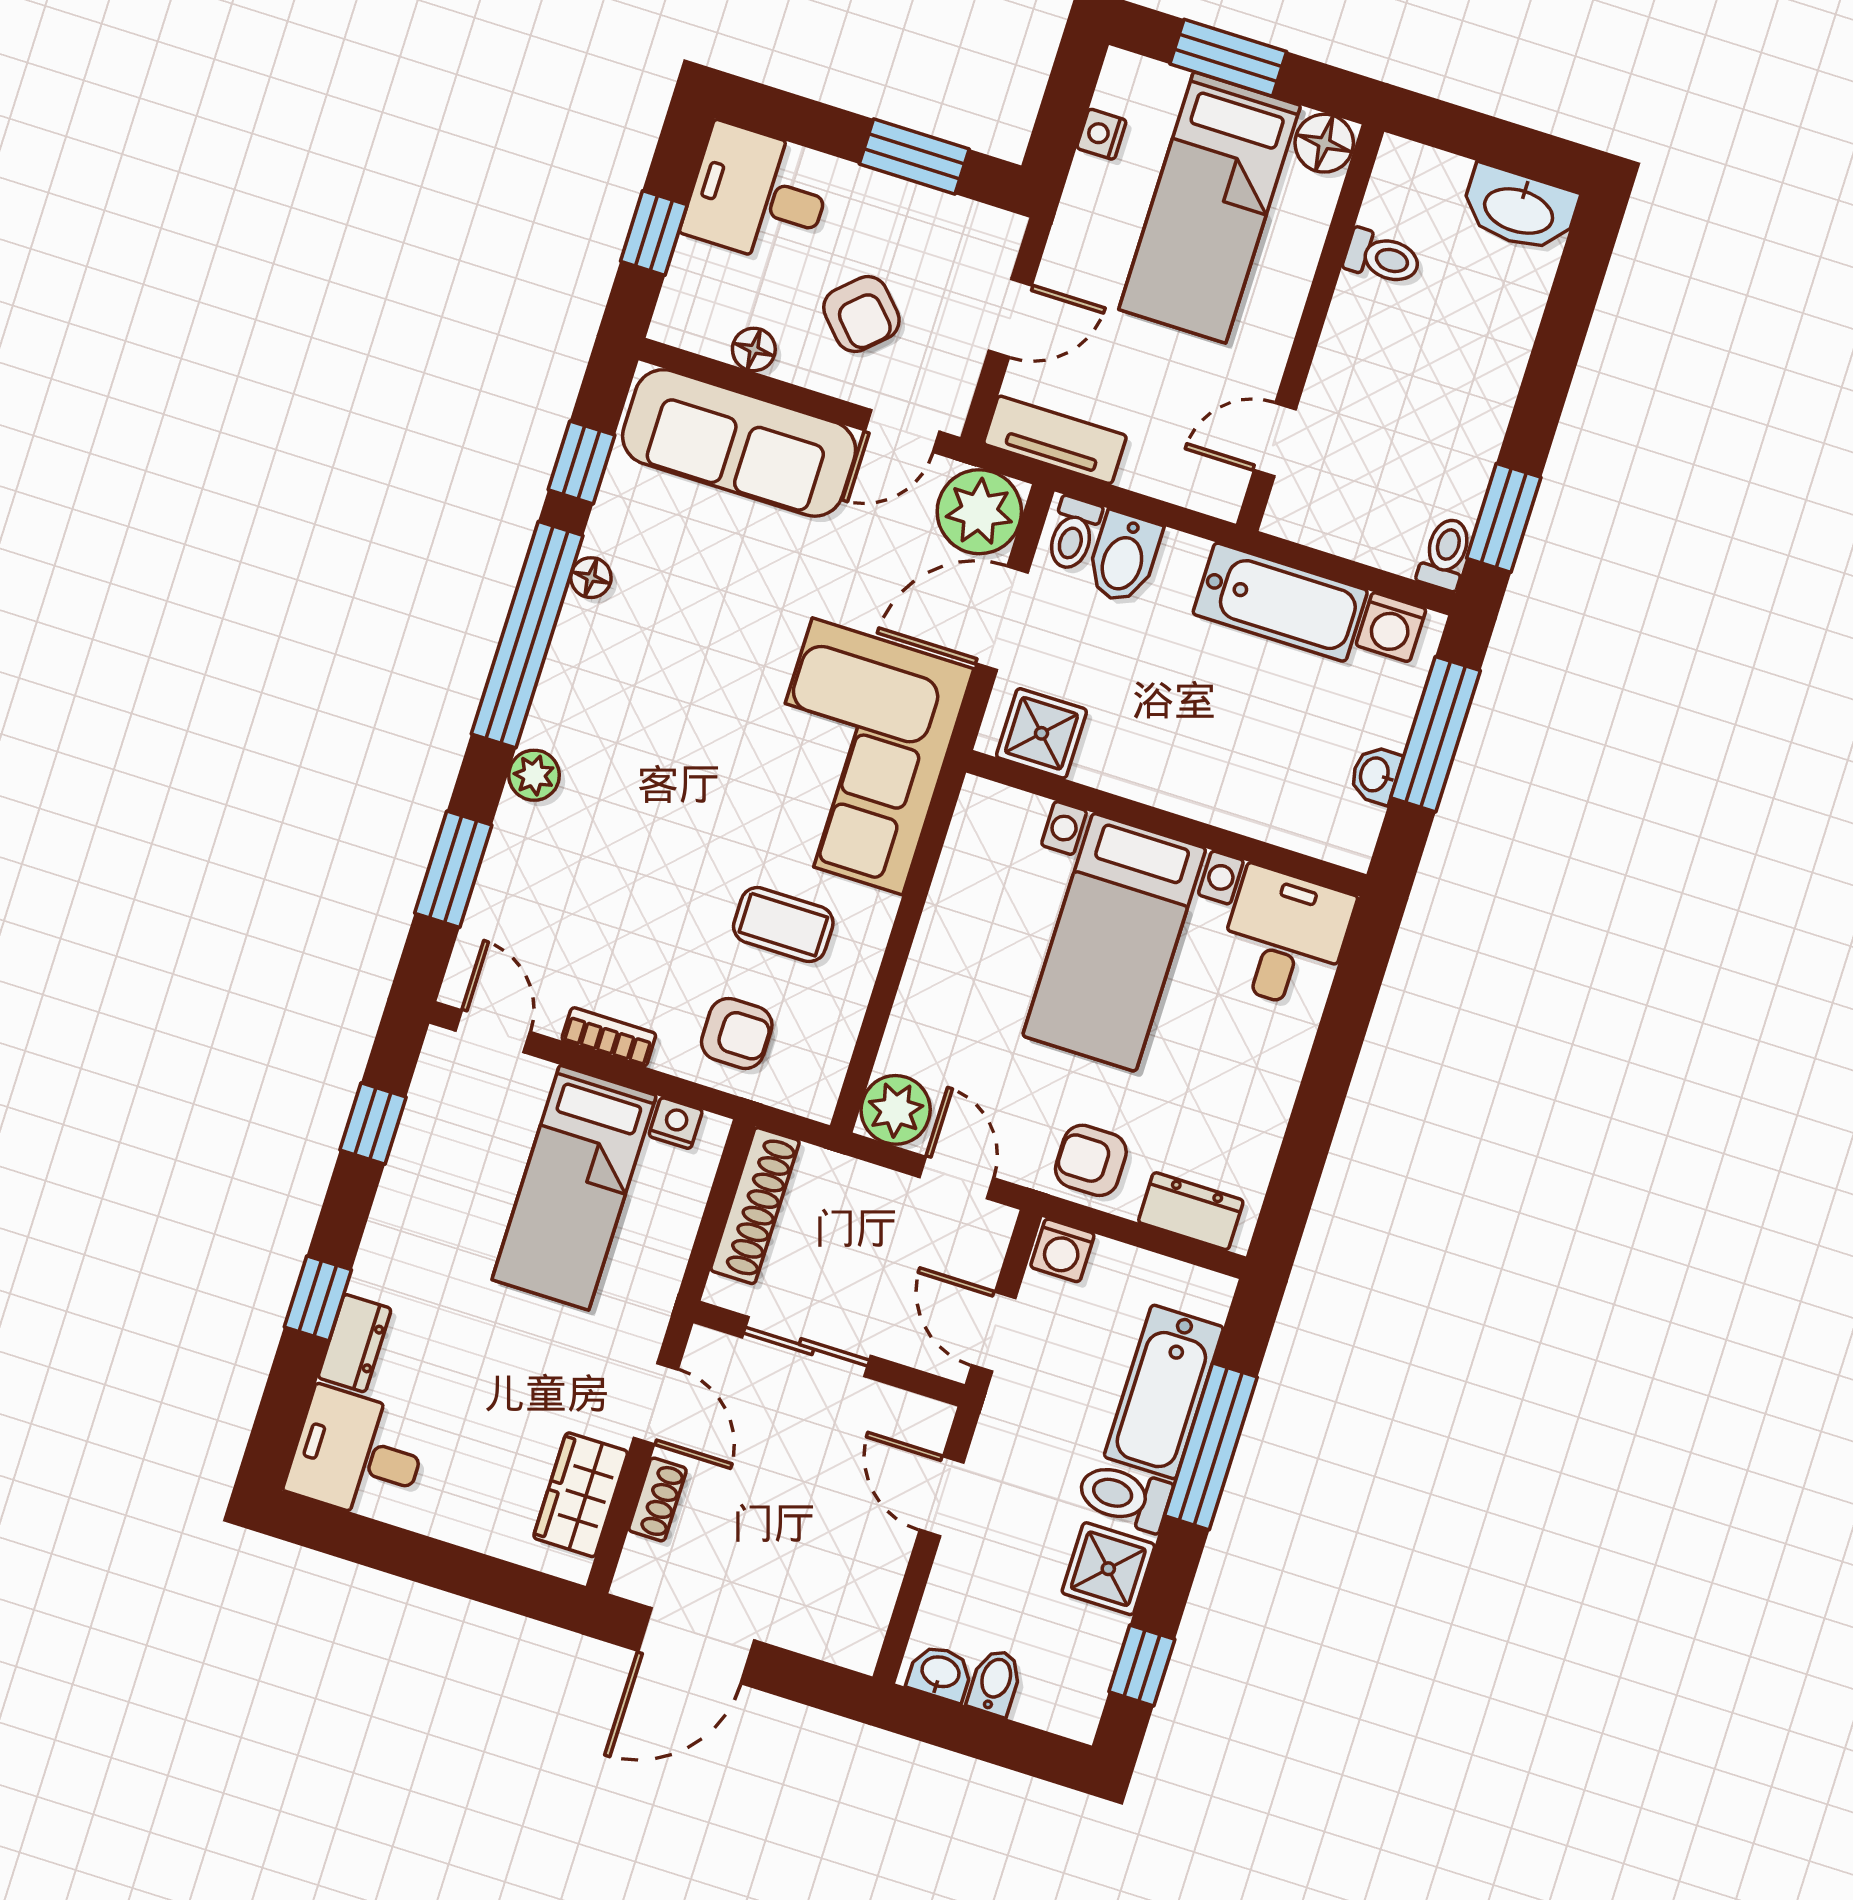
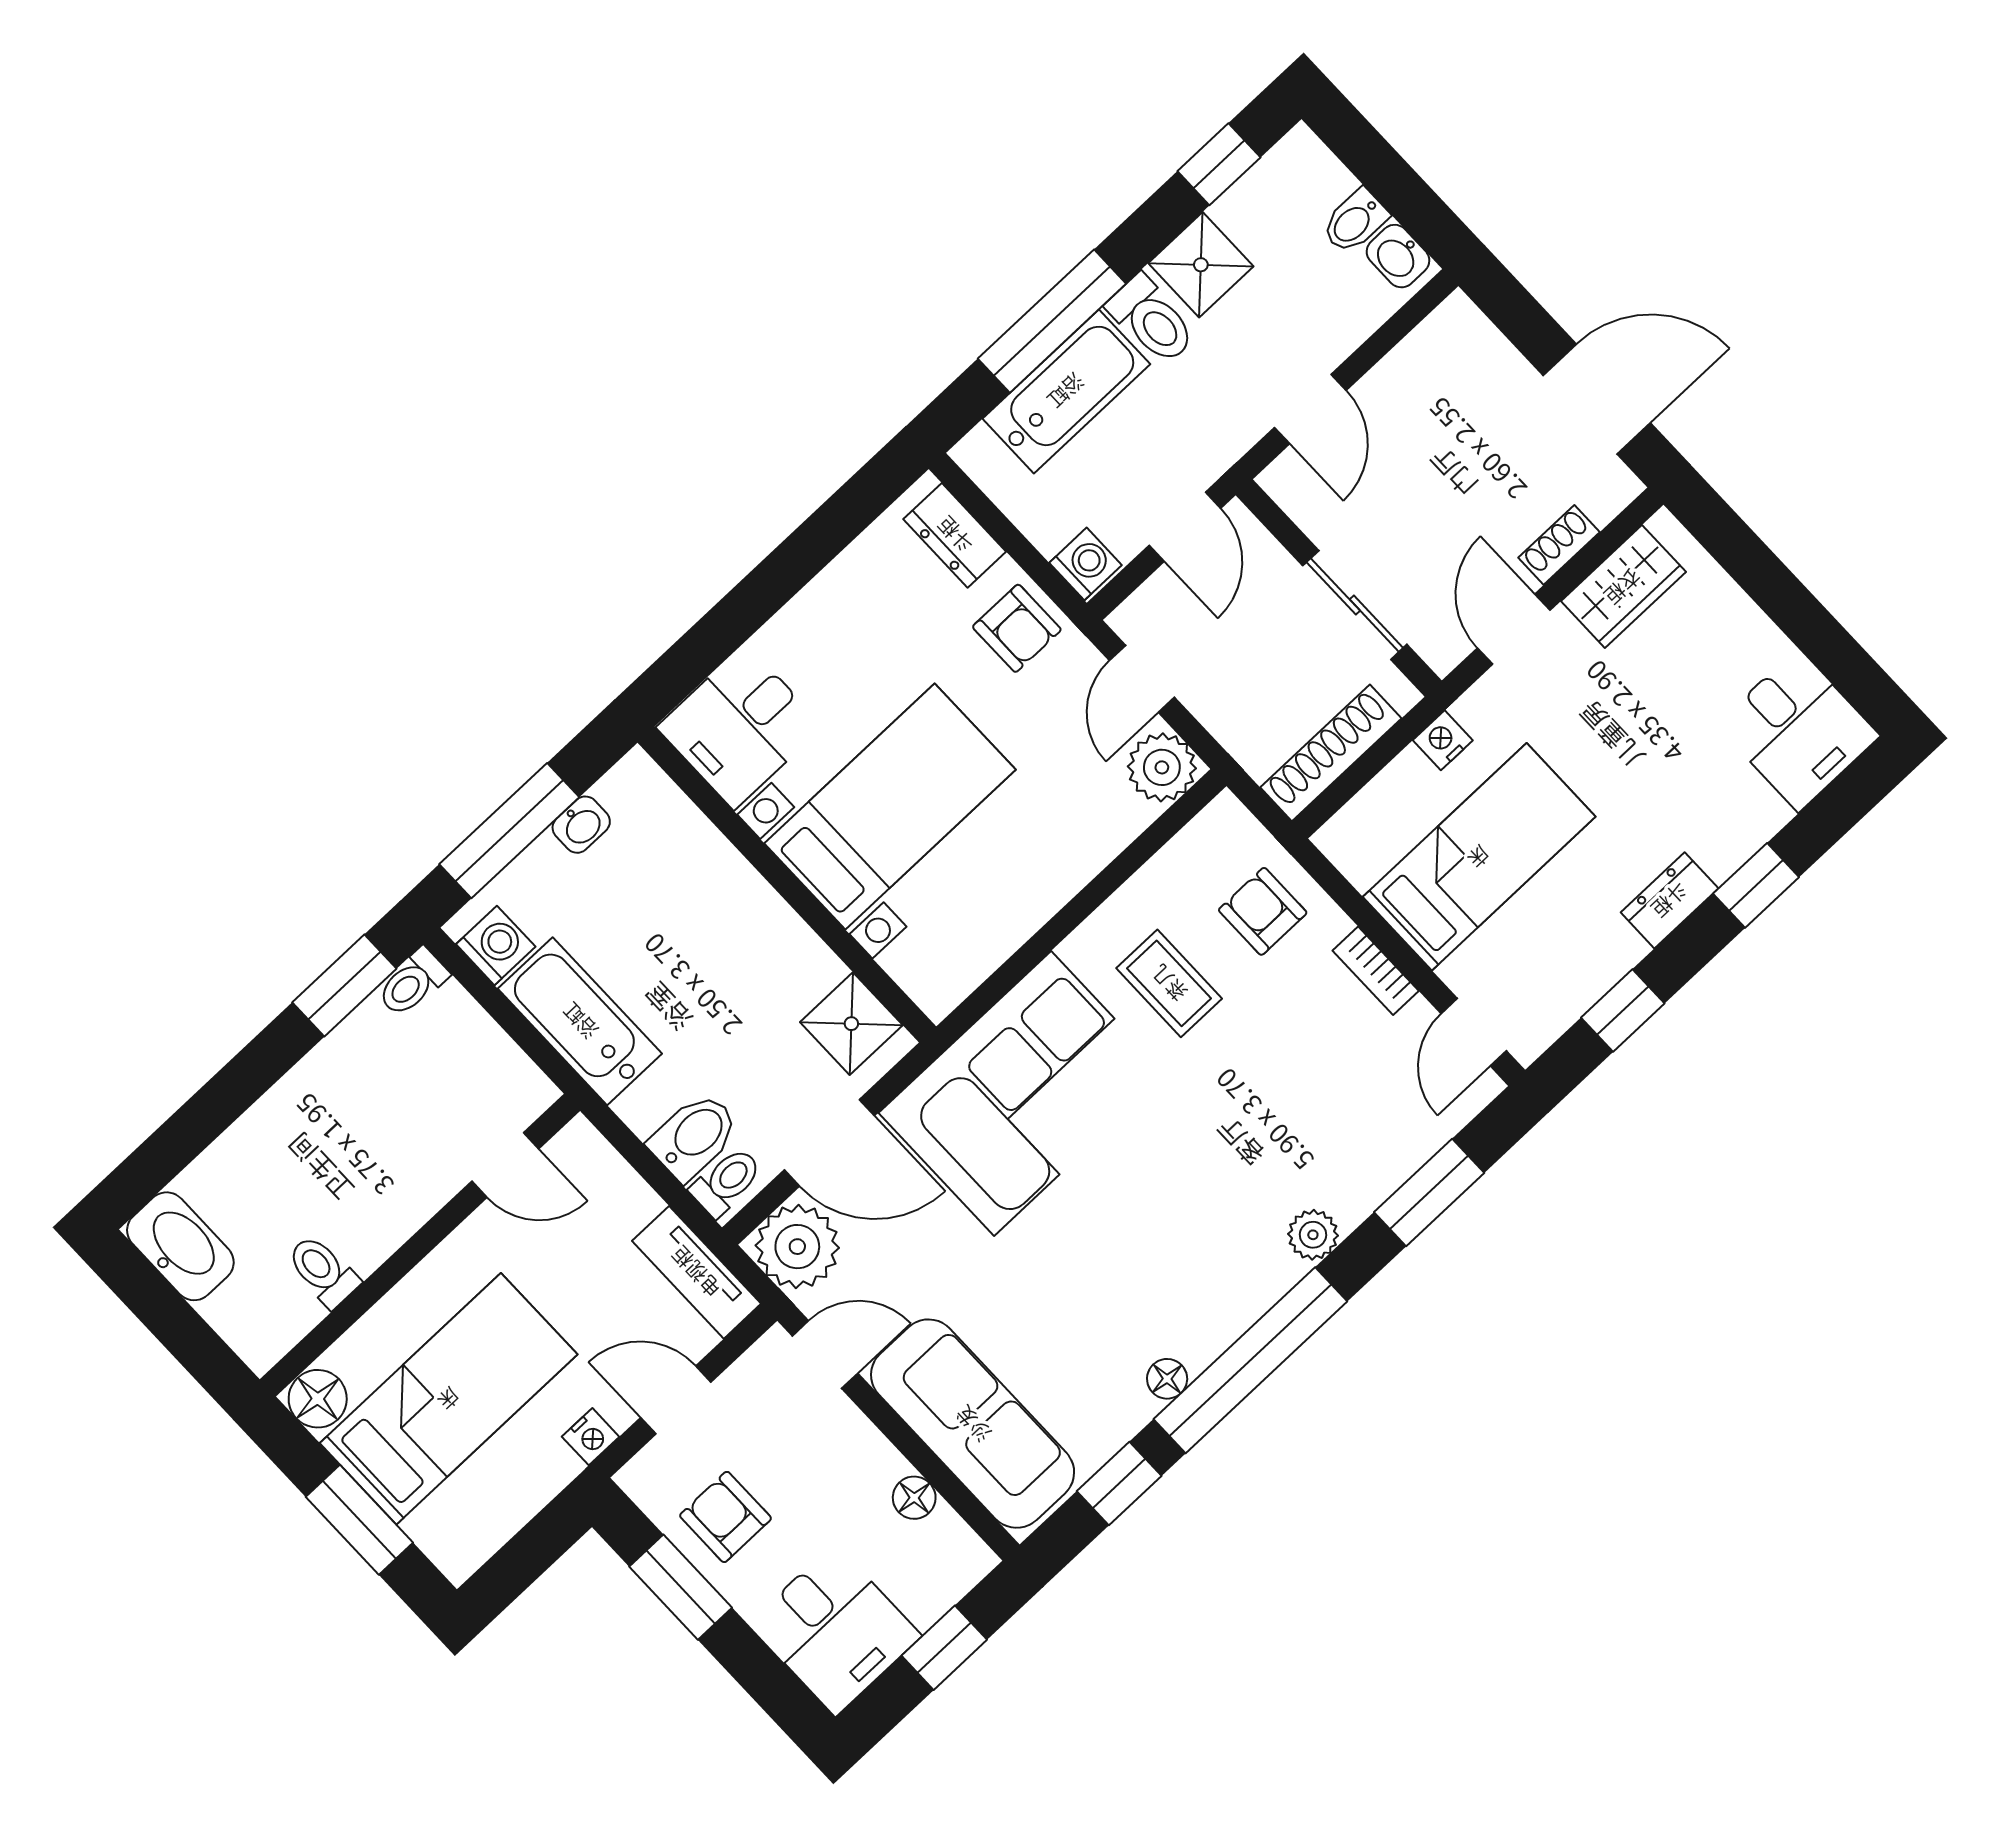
nightstand: (1101, 134) -> (591, 1437), moved
armchair: (861, 314) -> (726, 1517), moved, turned -47
nightstand: (676, 1123) -> (1443, 740), moved, turned 90
dresser: (355, 1343) -> (1670, 900), moved

